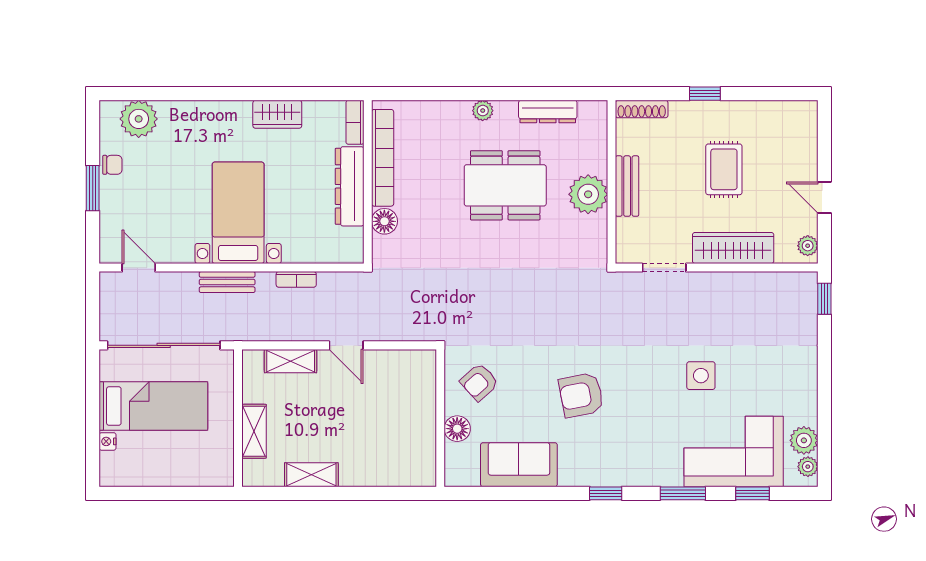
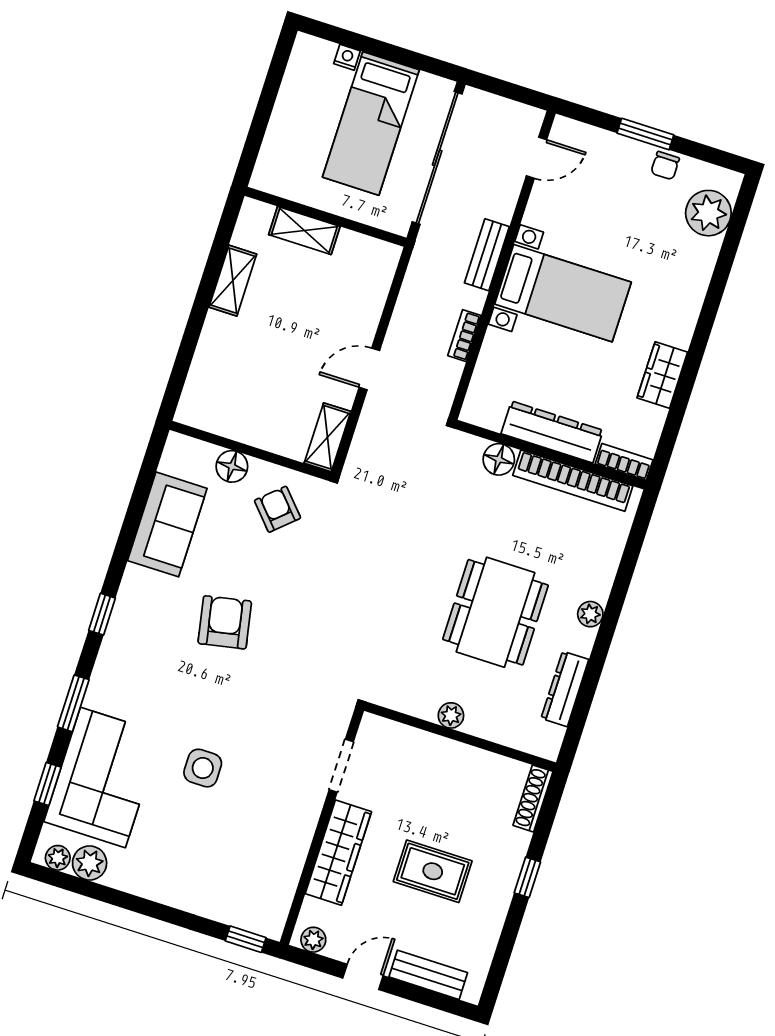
bench: (627, 186) -> (428, 975), moved
plant: (588, 194) -> (451, 715), width x0.53, depth x0.53
shelving: (291, 361) -> (327, 437), moved

